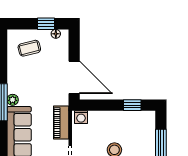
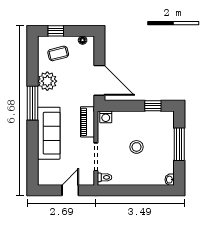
window: (46, 24) -> (56, 31), moved
plant: (13, 100) -> (47, 81), moved, width x1.88, depth x1.88

